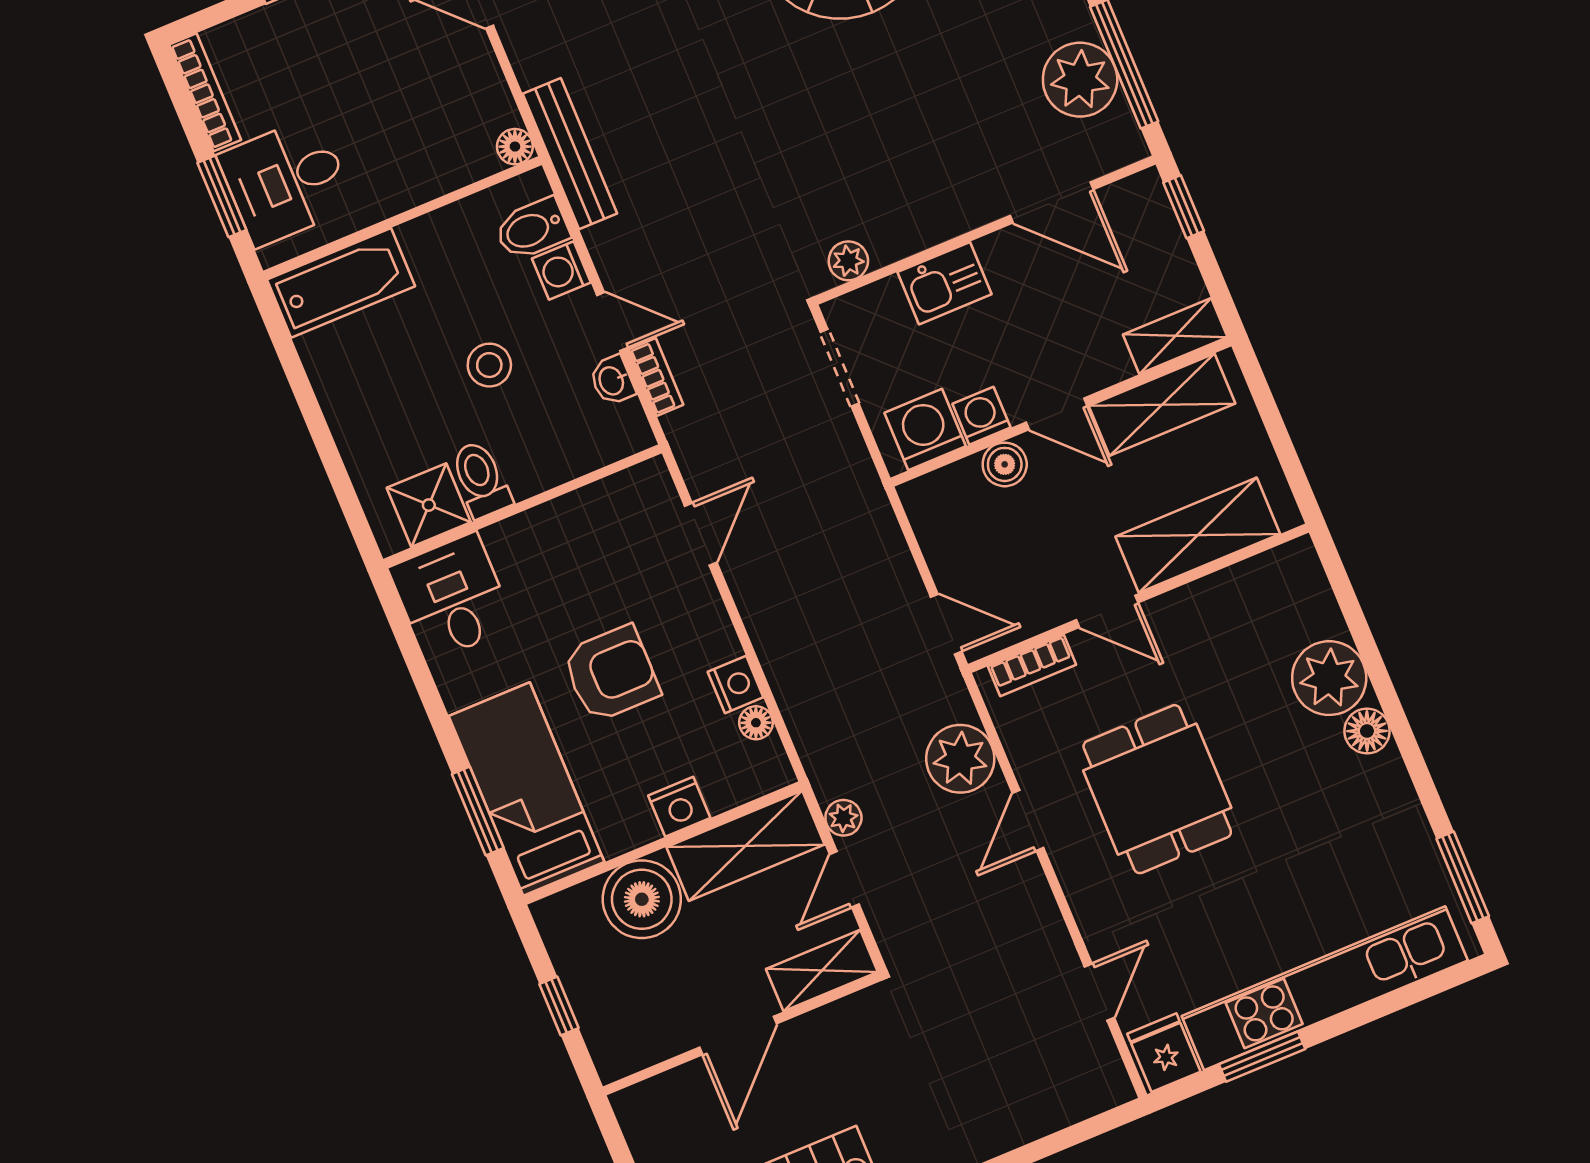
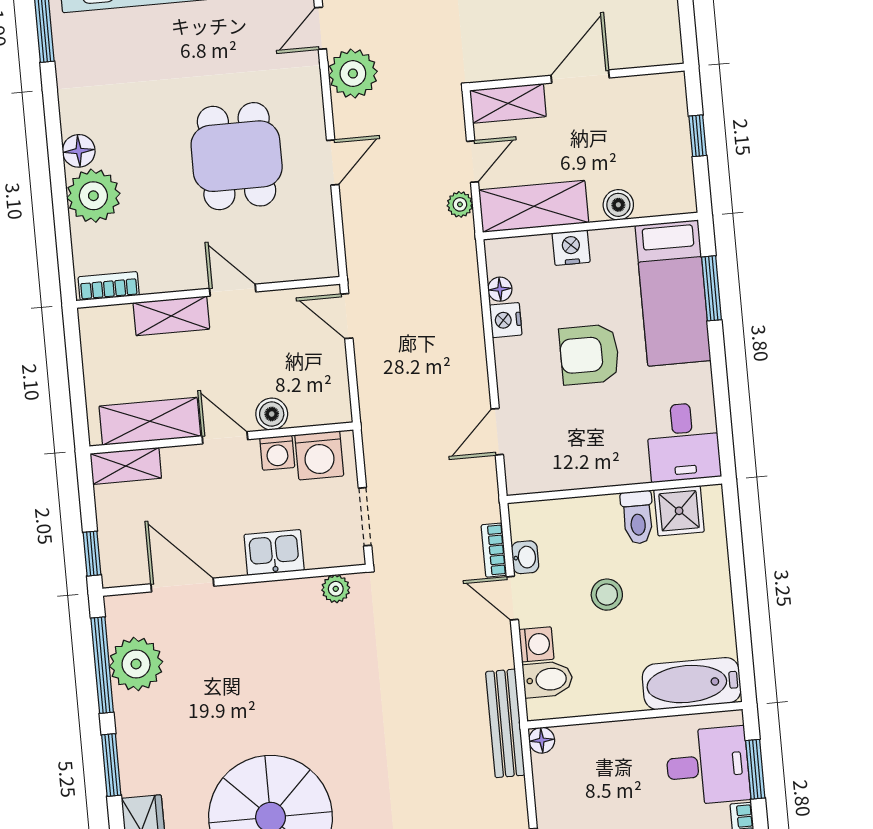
shelving: (1198, 535) -> (171, 316), width x0.67, depth x0.75
bookcase: (1032, 665) -> (109, 286), moved
plant: (960, 759) -> (353, 74), moved
boiler: (642, 899) -> (618, 205), width x0.54, depth x0.54

